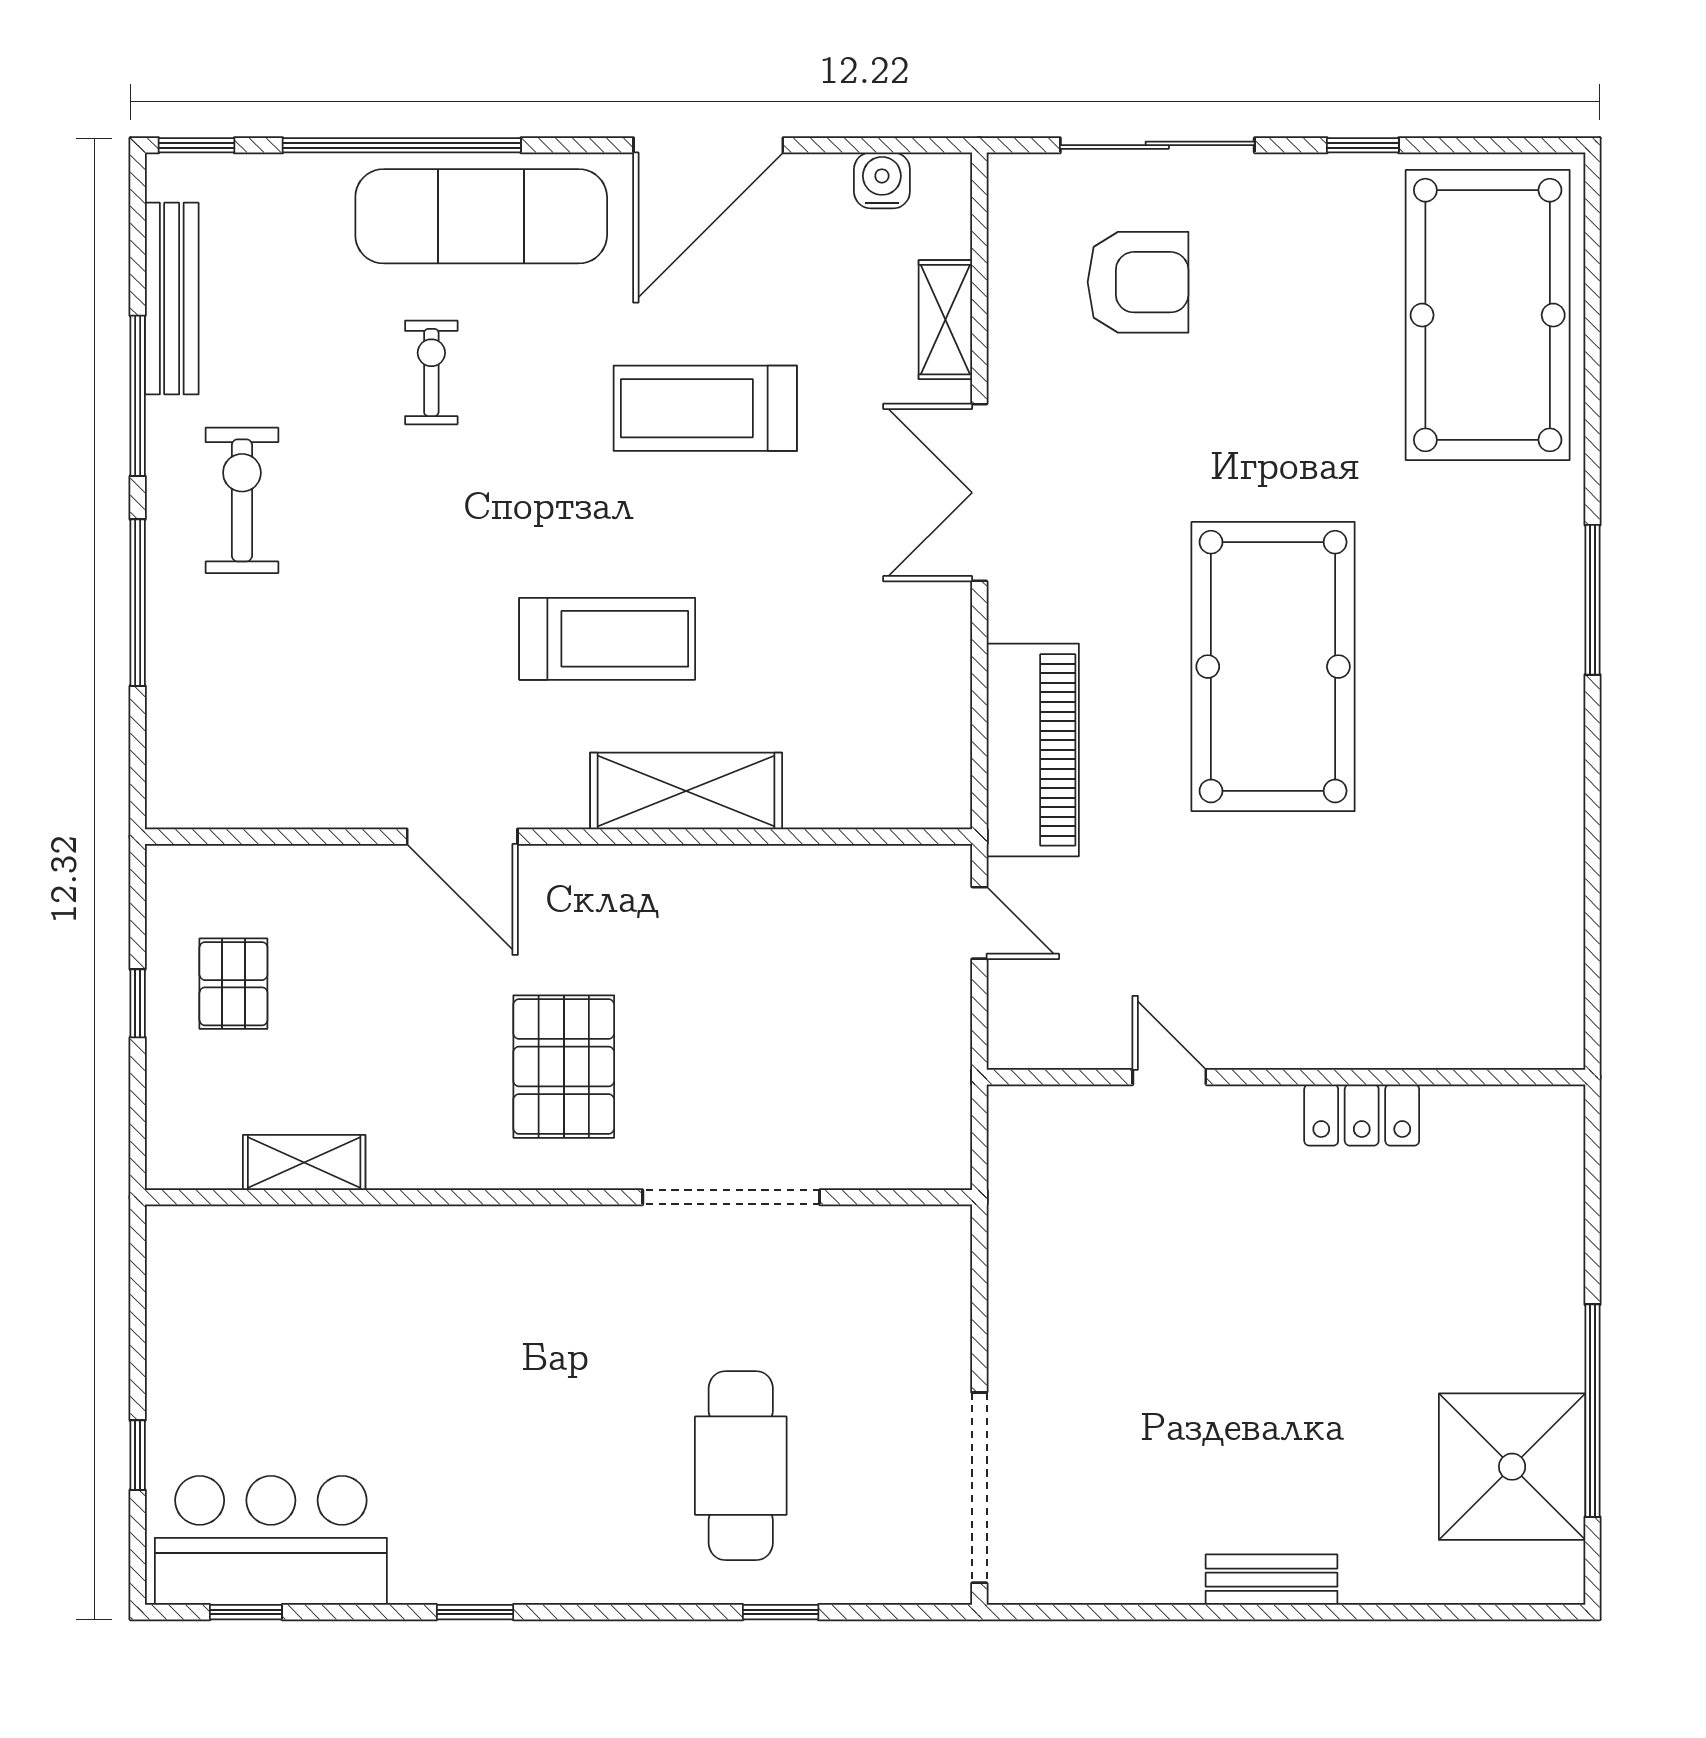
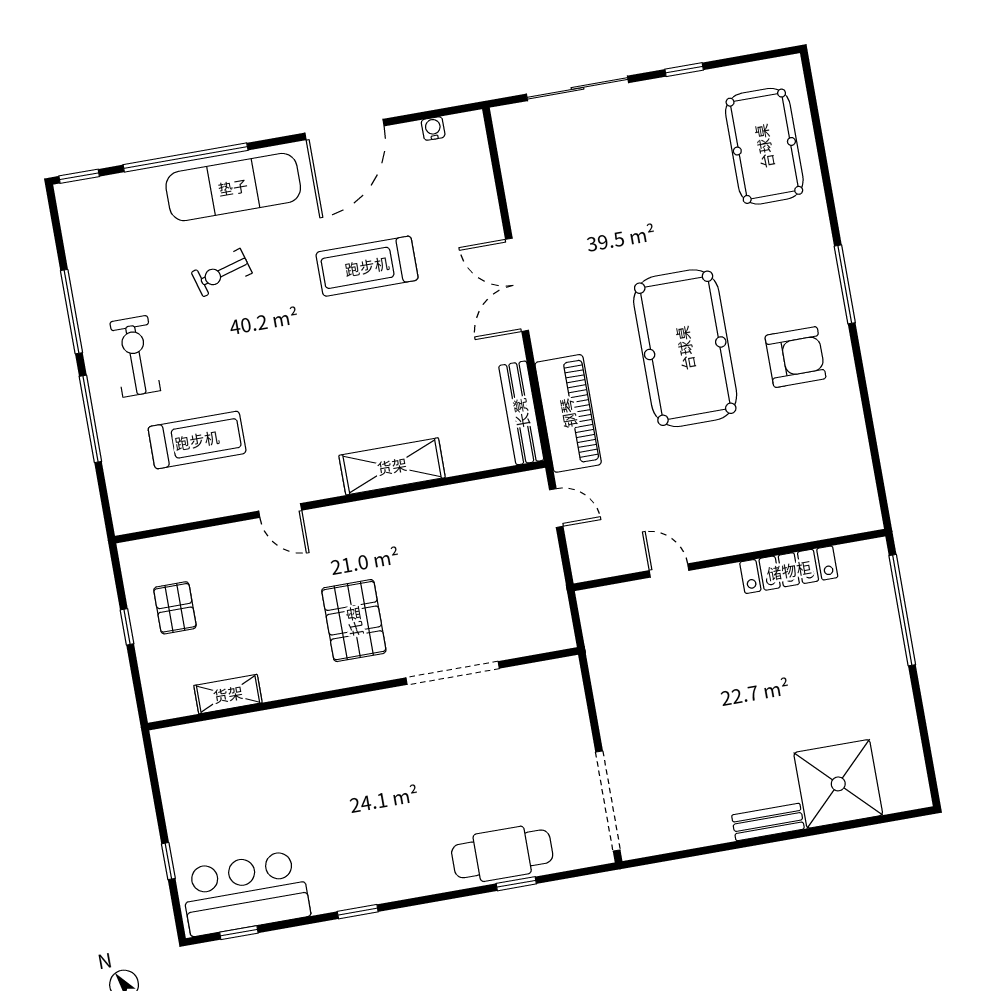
water cooler: (882, 180) -> (433, 128), width x0.72, depth x0.72
armchair: (1138, 282) -> (795, 357), moved
bench: (172, 299) -> (521, 413), moved
pool table: (1488, 315) -> (764, 146), width x0.73, depth x0.76
shelving: (945, 320) -> (483, 198), removed
exercise bike: (431, 372) -> (222, 273), turned -106
treadmill: (607, 639) -> (197, 440), moved
door: (462, 837) -> (280, 511), width x0.73
locker: (1362, 1115) -> (789, 570), width x1.53
window: (1592, 1411) -> (902, 610), moved
cafe table: (741, 1466) -> (502, 854), moved, turned 90
shower: (1512, 1467) -> (838, 784), moved

